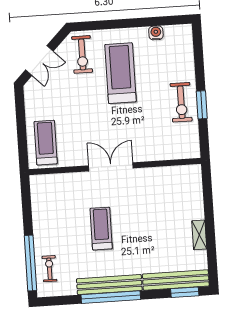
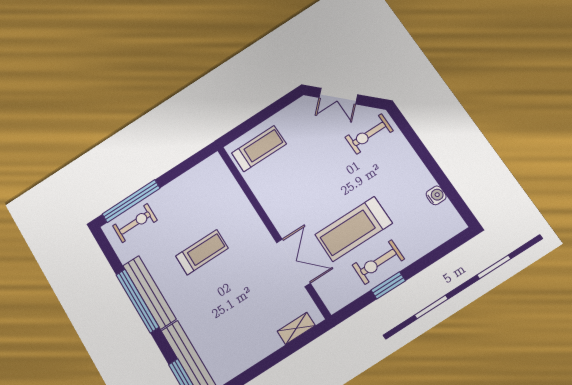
treadmill: (120, 73) -> (354, 229), moved, turned 180
double door: (111, 167) -> (293, 263), moved
shelving: (199, 235) -> (296, 328), moved
exercise bike: (49, 269) -> (135, 223), width x1.38, depth x1.39

